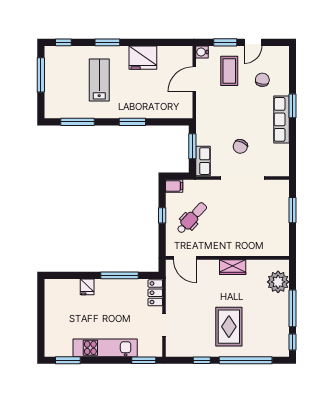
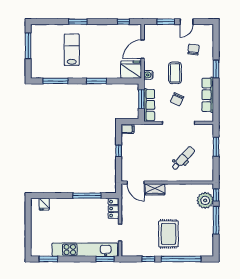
window: (63, 42) -> (123, 22), moved
water cooler: (202, 52) -> (148, 75), moved
fridge: (143, 58) -> (131, 70), moved, turned 180
coffee table: (229, 71) -> (175, 73), moved
row of seats: (281, 119) -> (208, 95), moved
row of seats: (203, 161) -> (149, 105), width x1.48
dental chair: (192, 218) -> (183, 158), moved
wardrobe: (233, 267) -> (155, 189), moved
fridge: (87, 287) -> (44, 204), moved
window: (293, 342) -> (216, 195), moved
kitchen unit: (105, 348) -> (85, 250), width x1.36

